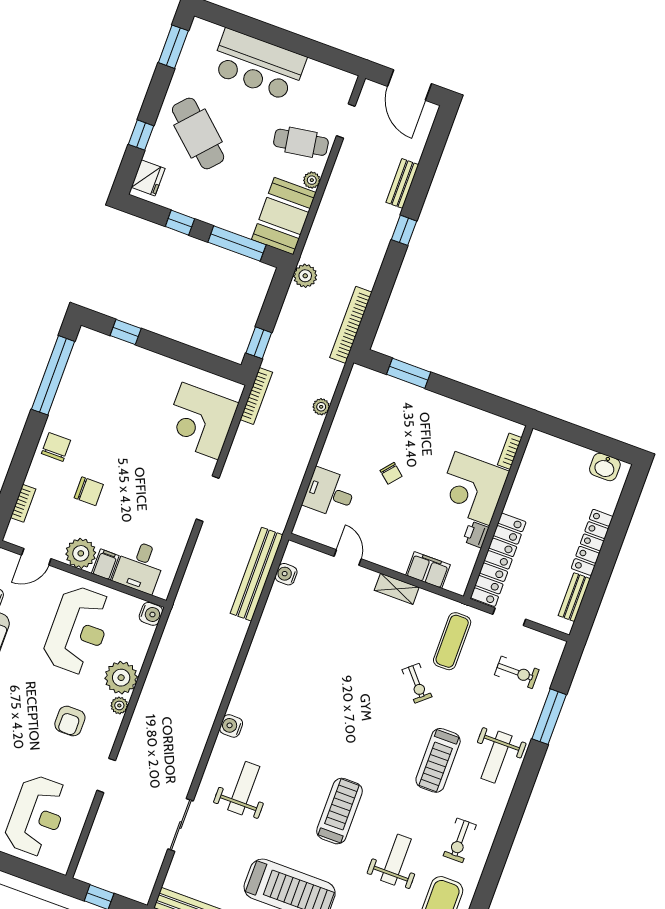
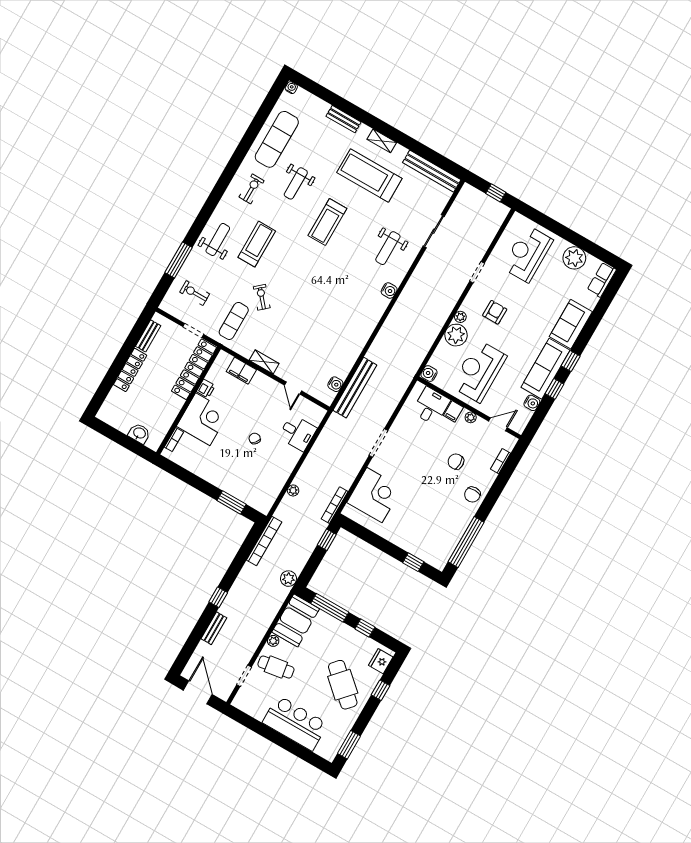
washbasin: (605, 467) -> (139, 433), moved
plant: (81, 553) -> (471, 417), width x0.53, depth x0.53

